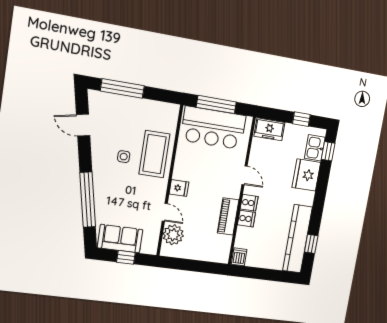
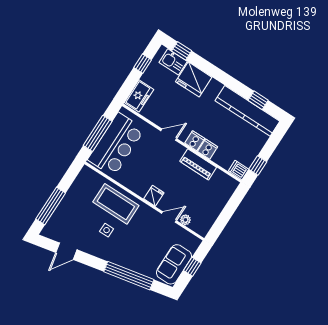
plant: (173, 235) -> (185, 220), width x0.53, depth x0.53
window: (251, 272) -> (258, 166), added

